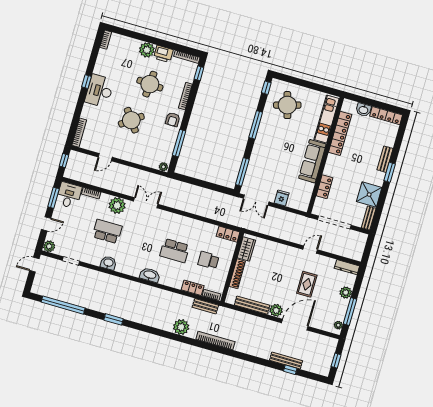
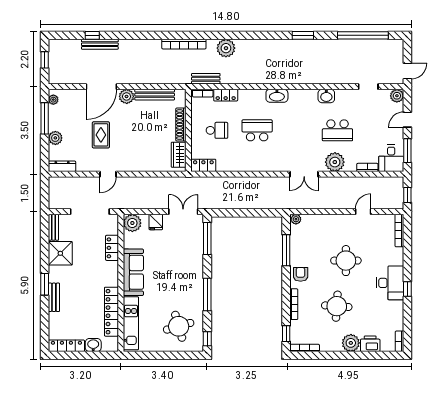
printer: (163, 54) -> (370, 344), moved
round table: (131, 120) -> (346, 261), turned 36
plant: (301, 203) -> (132, 223), added

